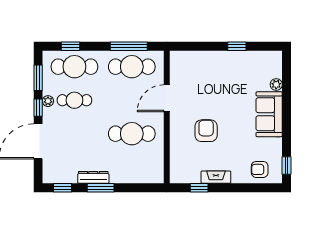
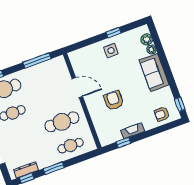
cafe table: (132, 67) -> (71, 146), moved, width x0.73, depth x0.74
side table: (225, 67) -> (111, 51), added
plant: (275, 70) -> (147, 40), added
door: (167, 98) -> (77, 88), swing flipped
dresser: (93, 177) -> (26, 170), moved

